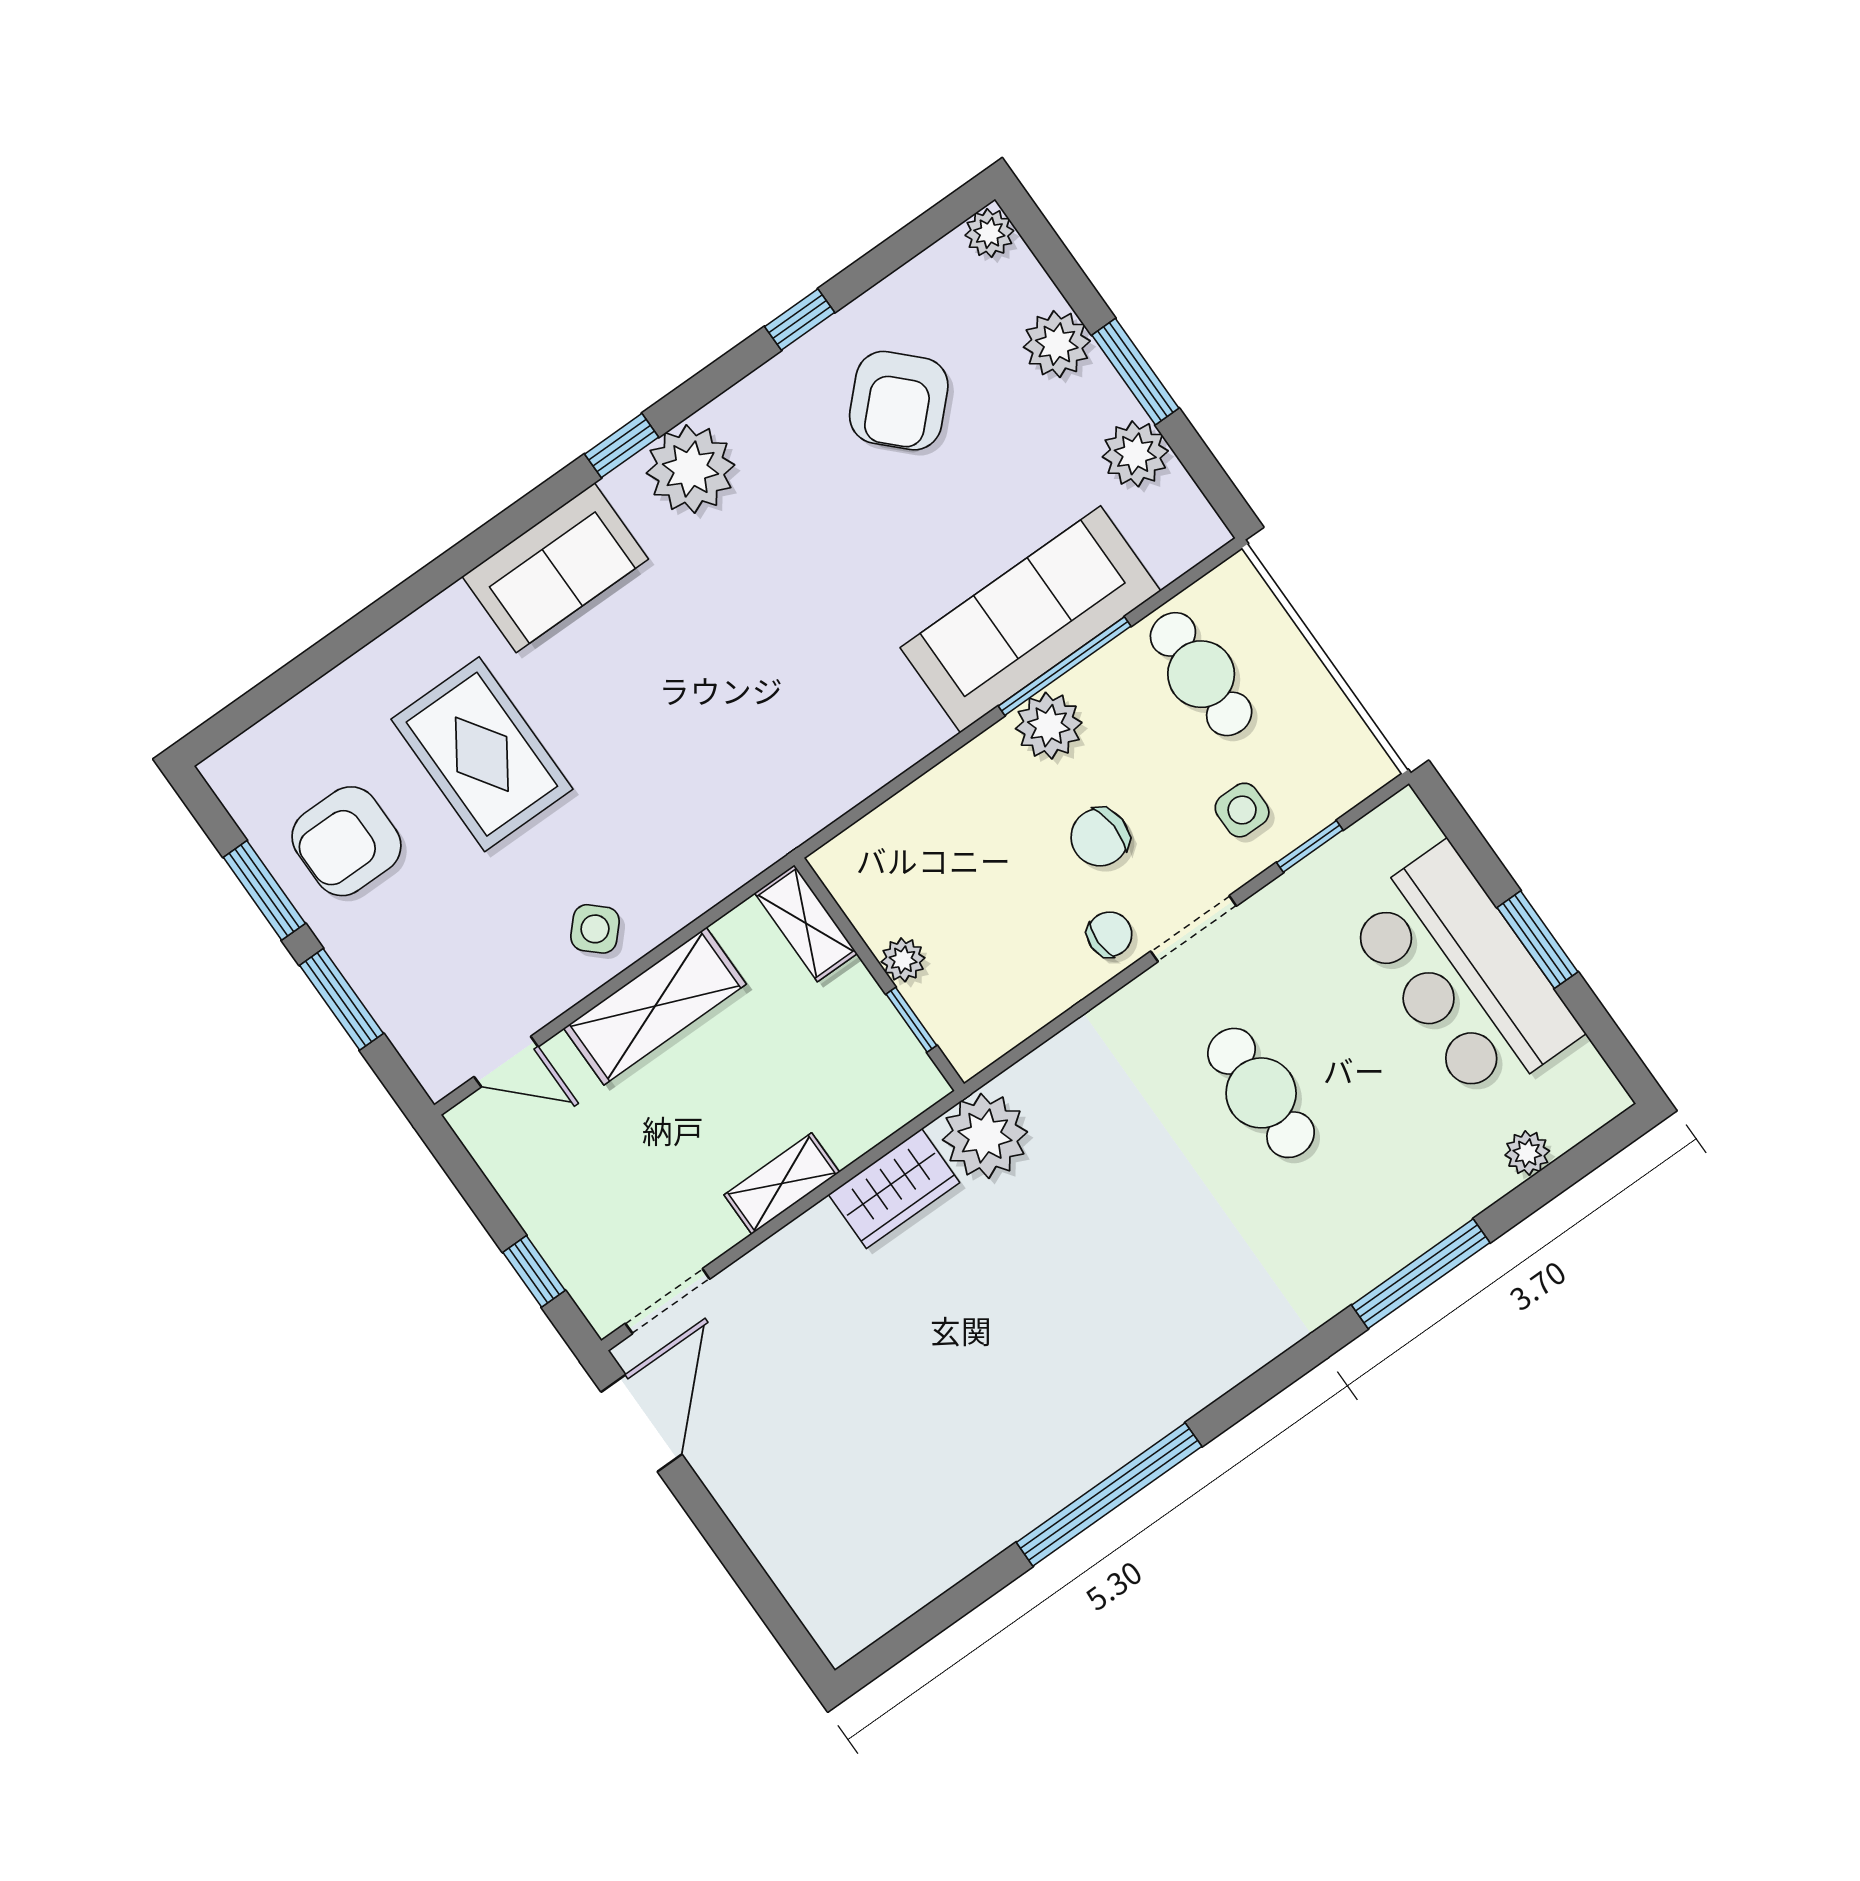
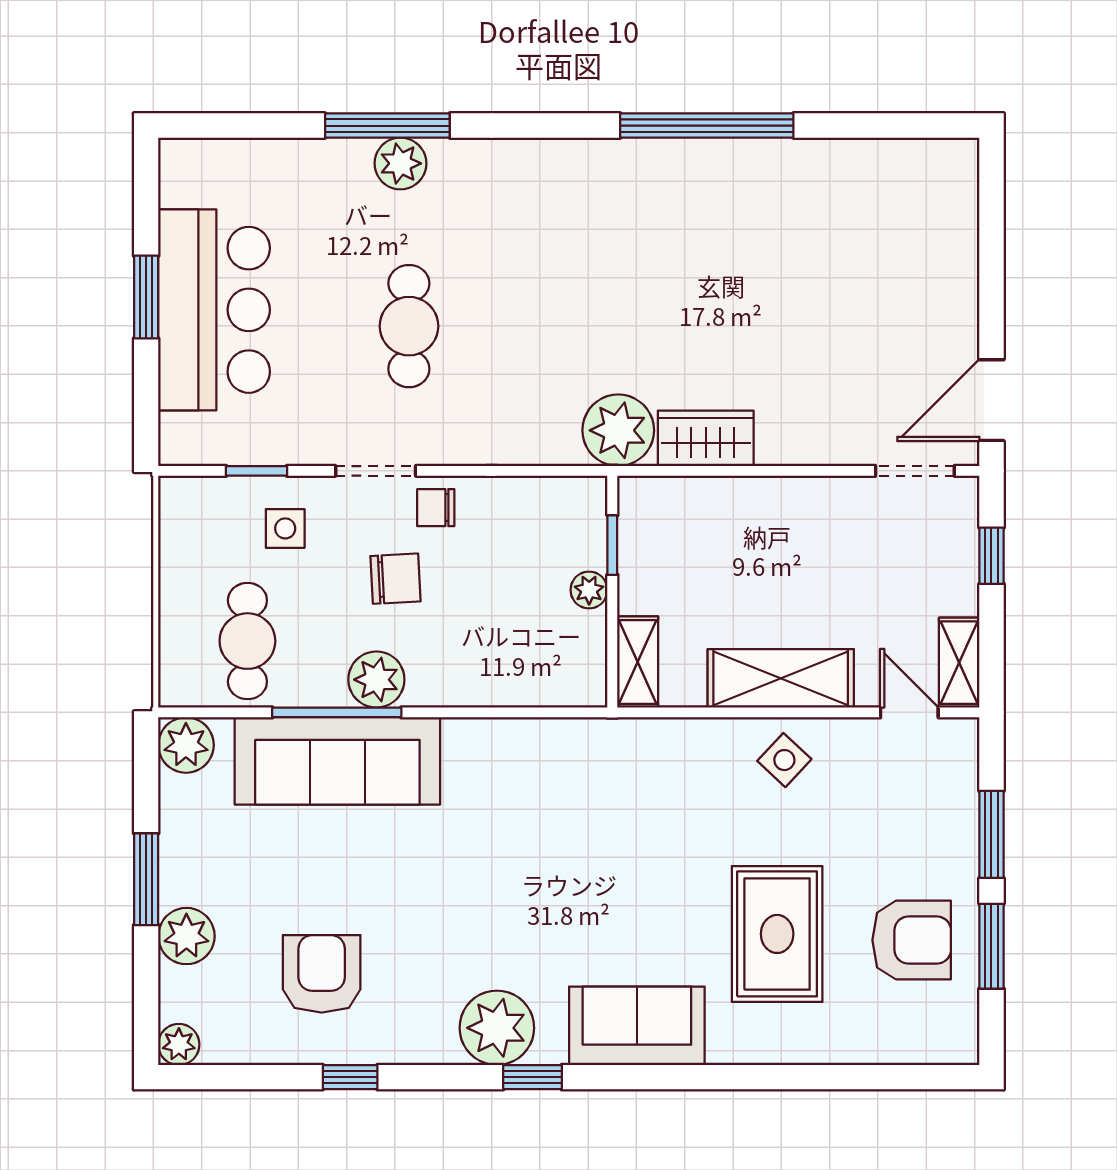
armchair: (899, 401) -> (322, 974), turned -45
plant: (1135, 454) -> (186, 745), moved
plant: (1527, 1153) -> (400, 163), moved, width x1.38, depth x1.38
shelving: (782, 1184) -> (959, 663), moved, turned 90

